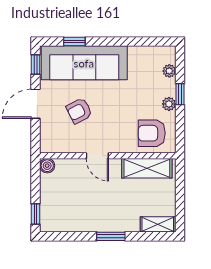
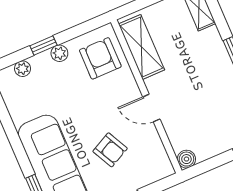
armchair: (152, 133) -> (100, 58), turned 180
door: (97, 156) -> (151, 108), swing flipped

